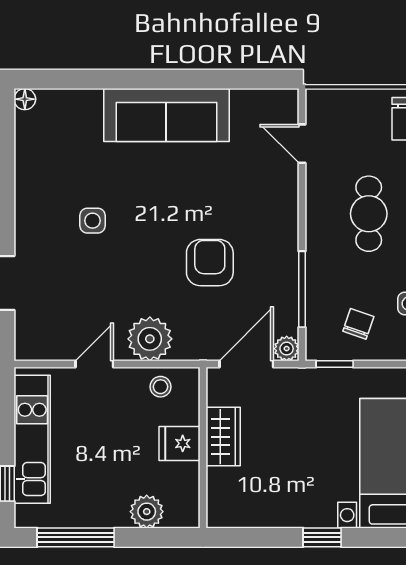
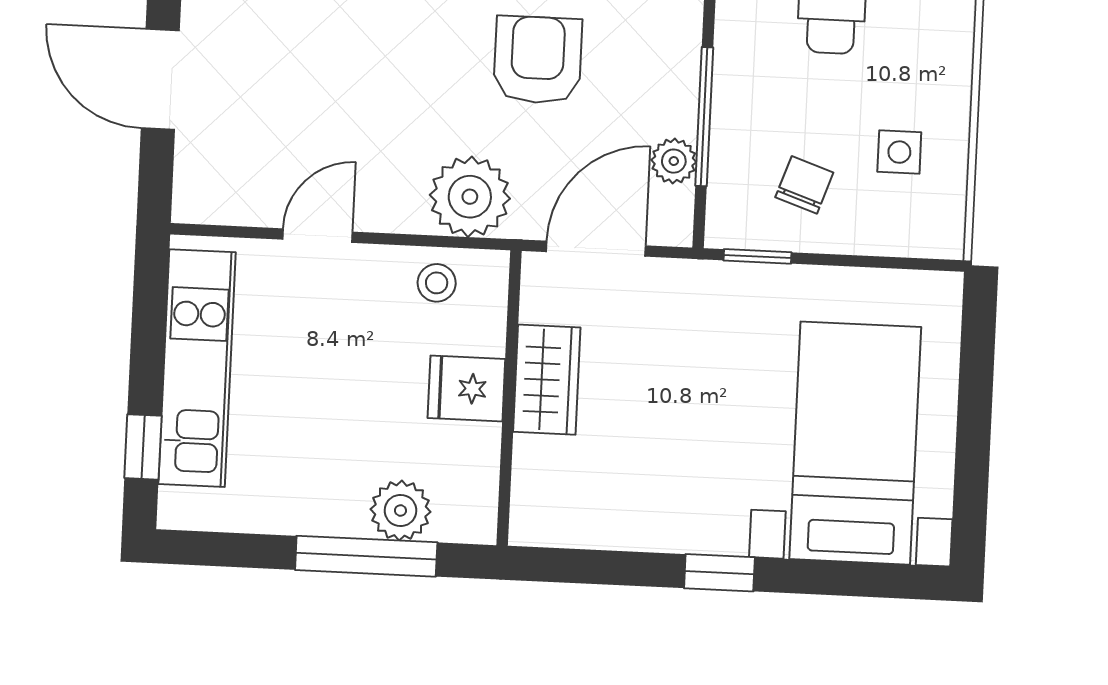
plant: (150, 339) -> (470, 197), moved
plant: (287, 349) -> (674, 161), moved
window: (76, 537) -> (366, 556), moved

